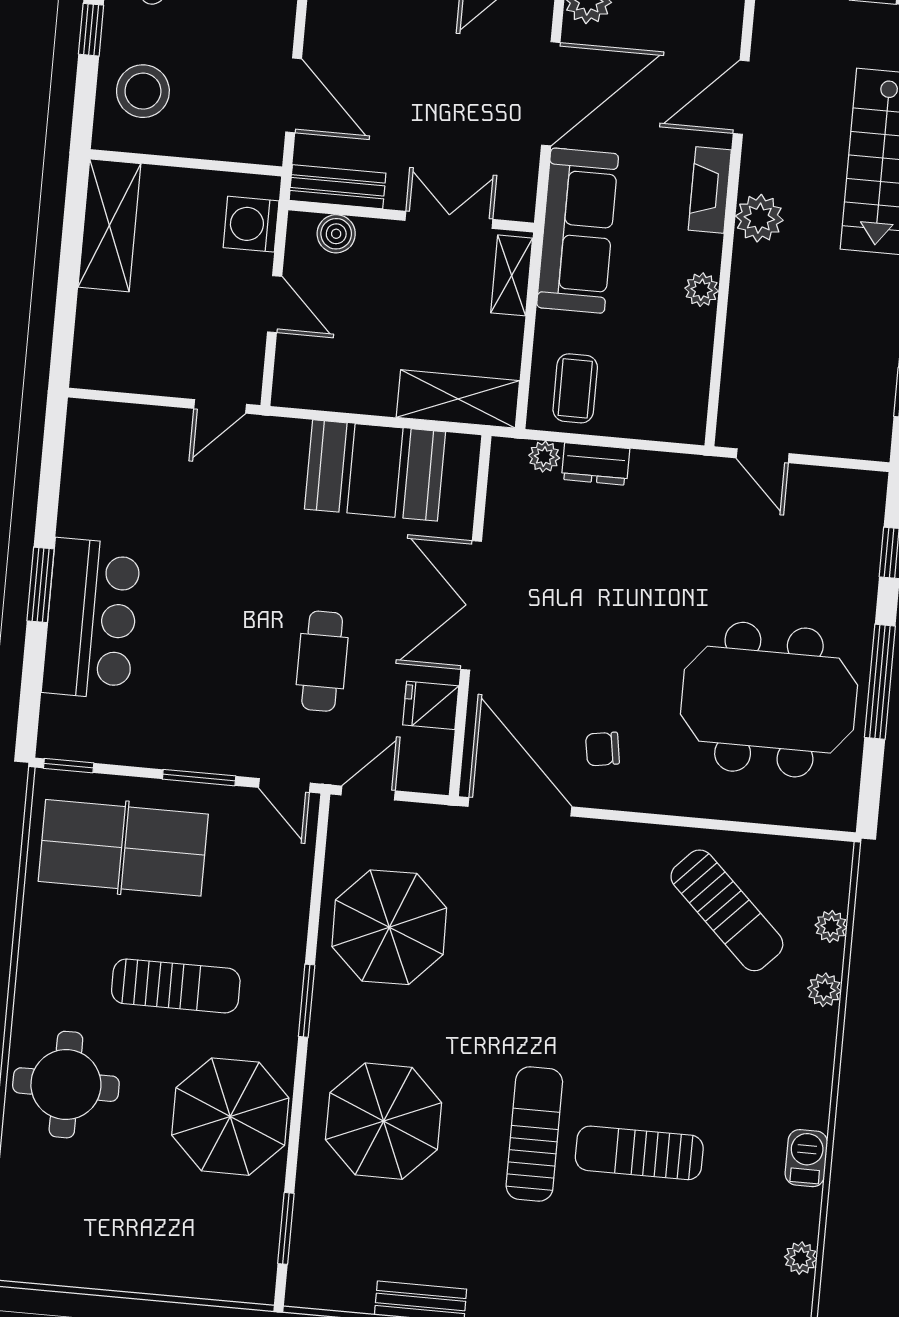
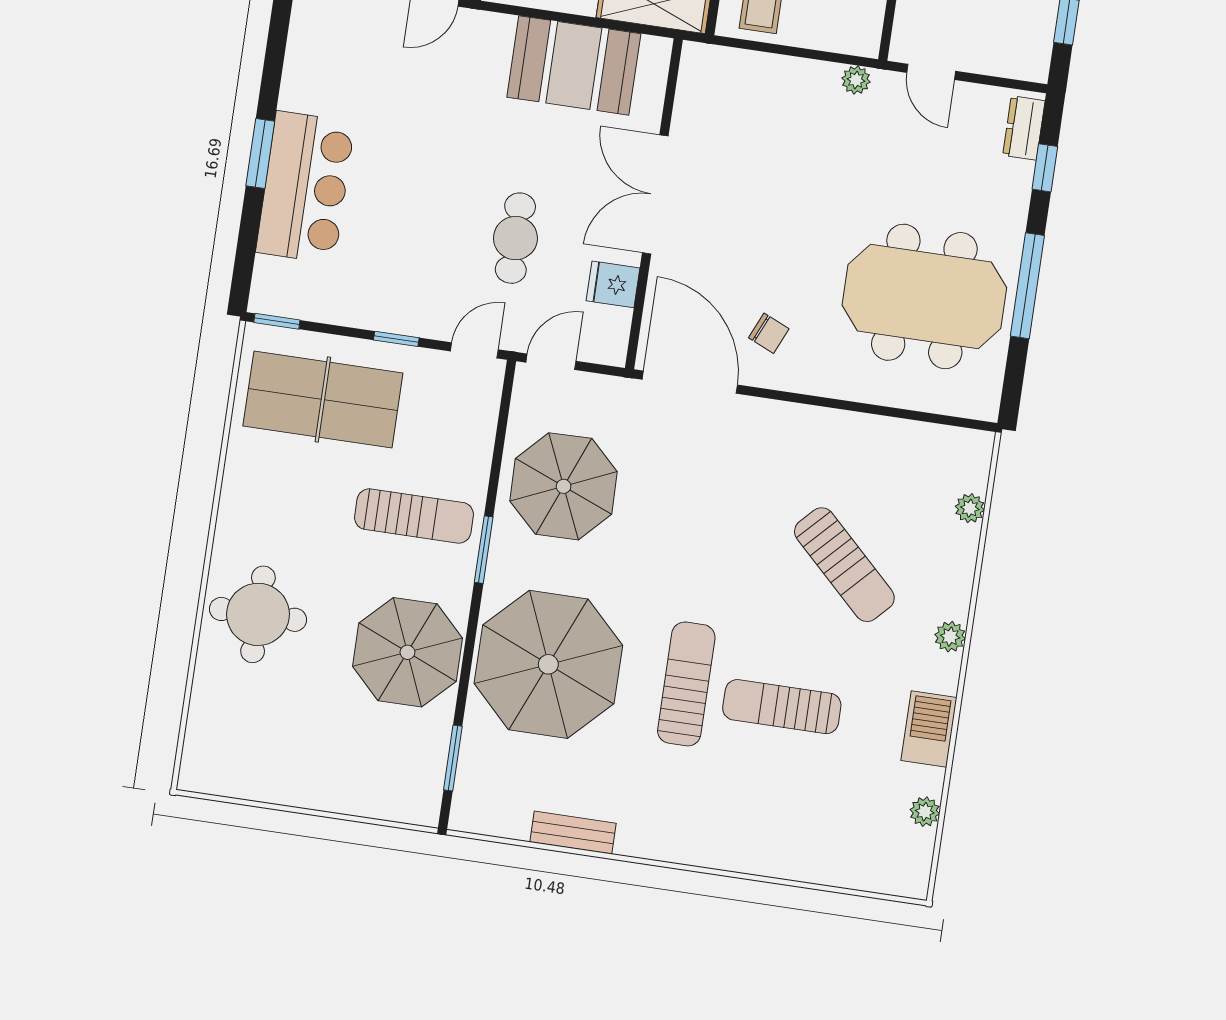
plant: (544, 457) -> (856, 80), moved
dresser: (596, 464) -> (1024, 128), moved, turned 90
chair: (602, 749) -> (769, 333), turned -147
window: (199, 778) -> (396, 339), width x0.67
door: (284, 785) -> (474, 350), swing flipped
sun lounger: (727, 910) -> (844, 565), moved
sun lounger: (176, 986) -> (414, 516), moved
plant: (824, 990) -> (950, 637), moved
parasol: (384, 1121) -> (548, 664), width x1.36, depth x1.36
barbecue: (806, 1158) -> (929, 729), width x1.38, depth x1.27

